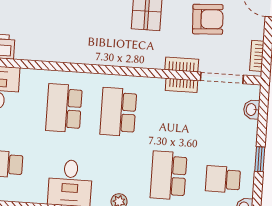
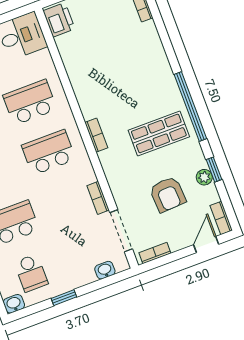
bookcase: (182, 64) -> (96, 135), moved
school desk: (223, 179) -> (31, 273), turned 180

